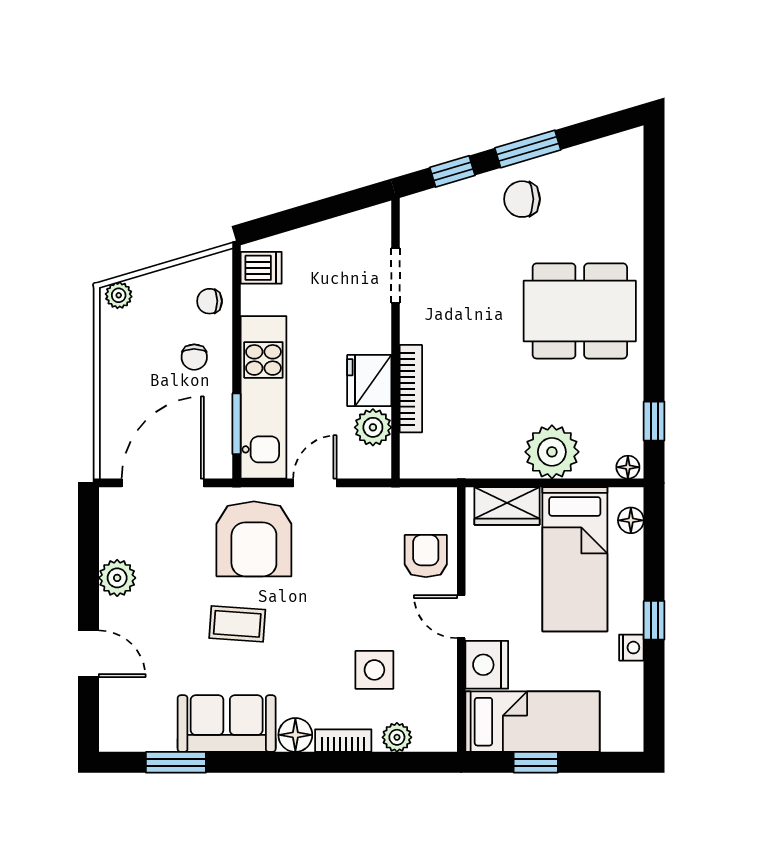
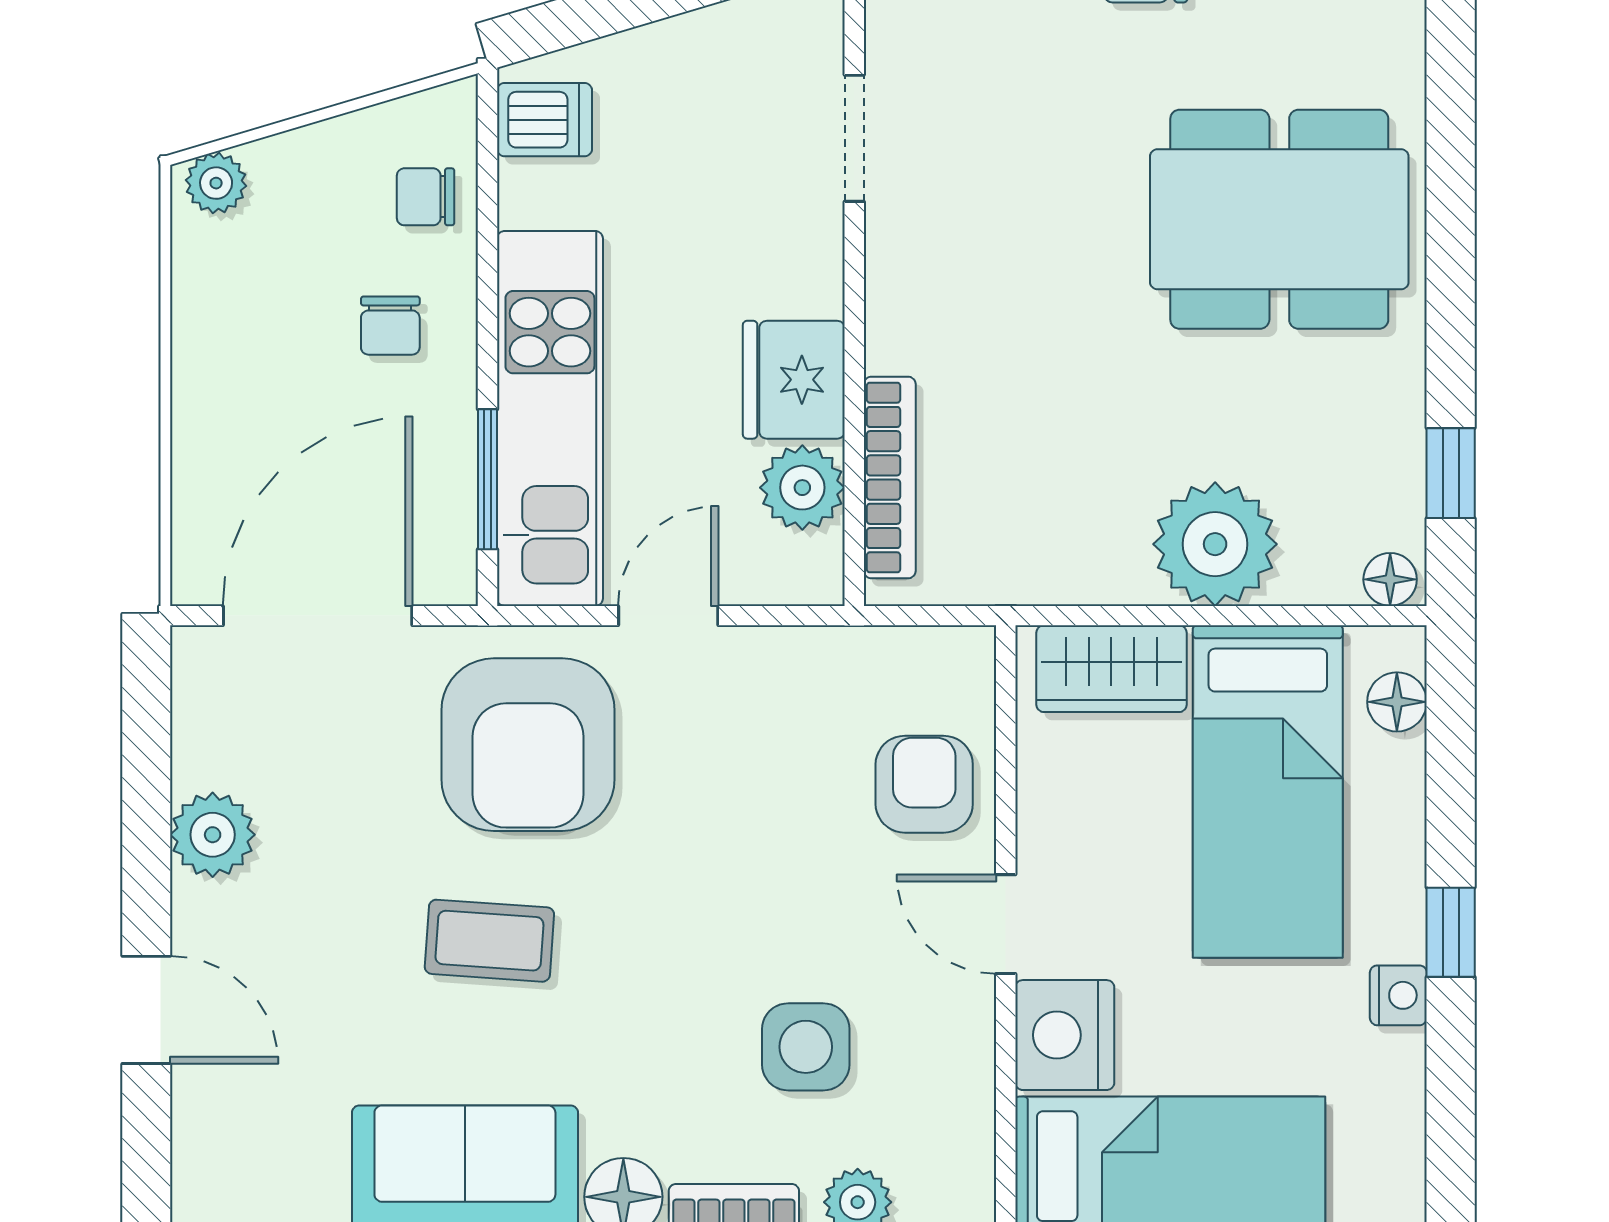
bookcase: (411, 389) -> (890, 478), moved

